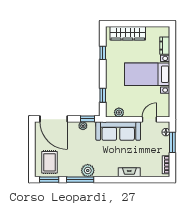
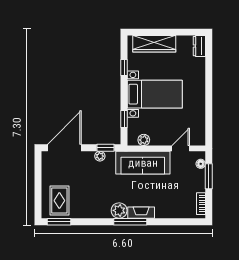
dresser: (165, 46) -> (199, 46), moved
bed with nightstands: (147, 74) -> (155, 94), moved, turned 180
door: (54, 119) -> (64, 148), swing flipped
plant: (88, 171) -> (119, 210), moved
fireplace: (129, 172) -> (141, 213), moved
window: (80, 180) -> (130, 222), moved

